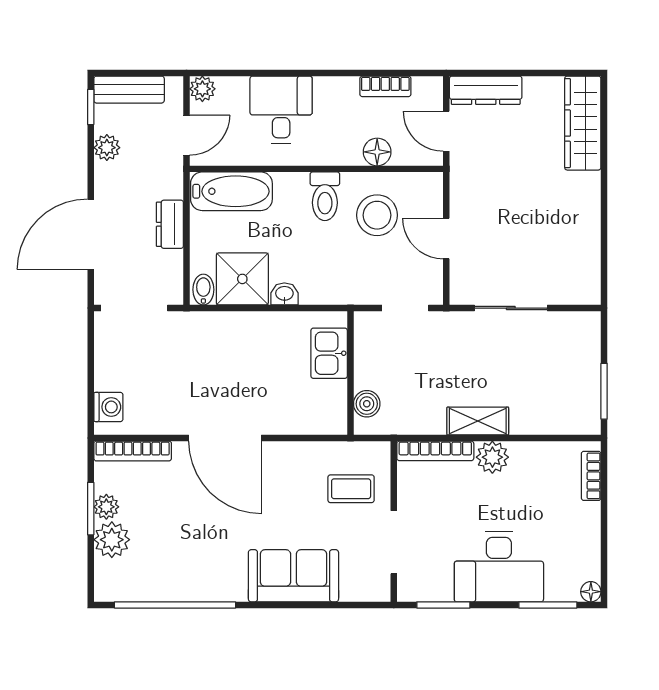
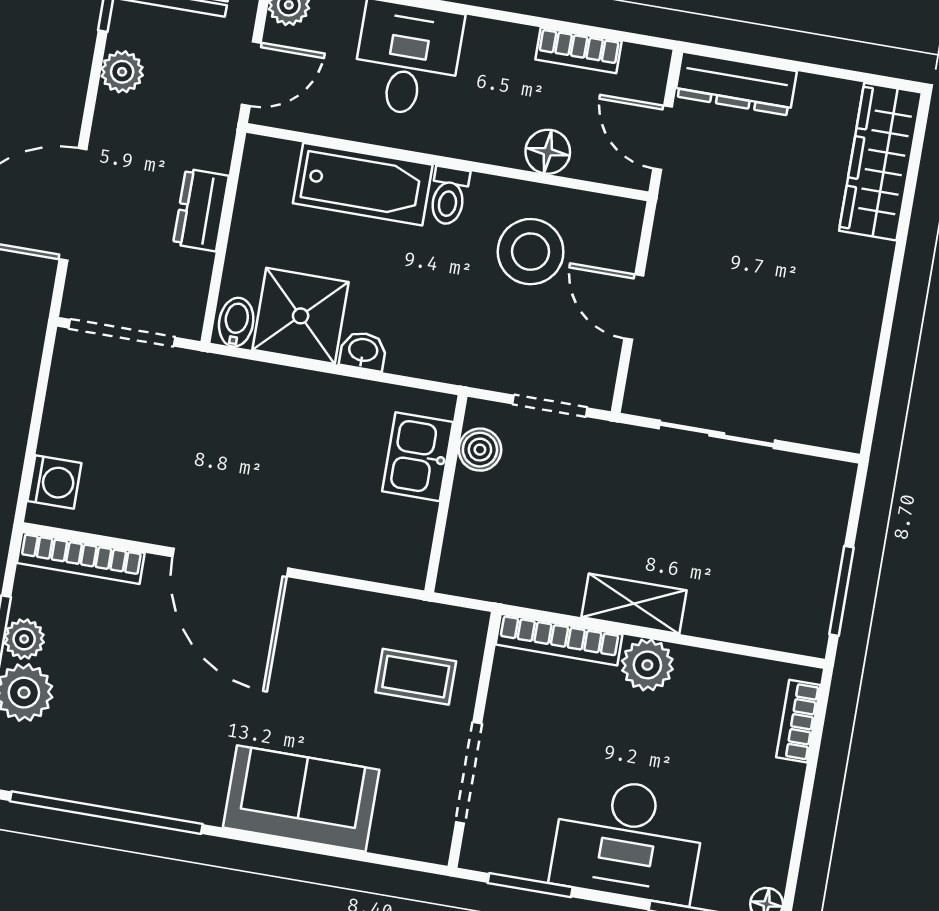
bathtub: (231, 191) -> (363, 184), moved
toilet: (325, 196) -> (449, 196), width x0.73, depth x0.72
boiler: (367, 404) -> (480, 450), moved

